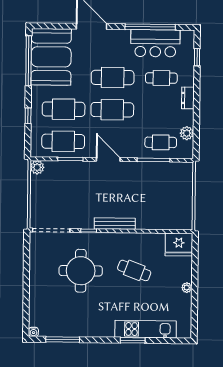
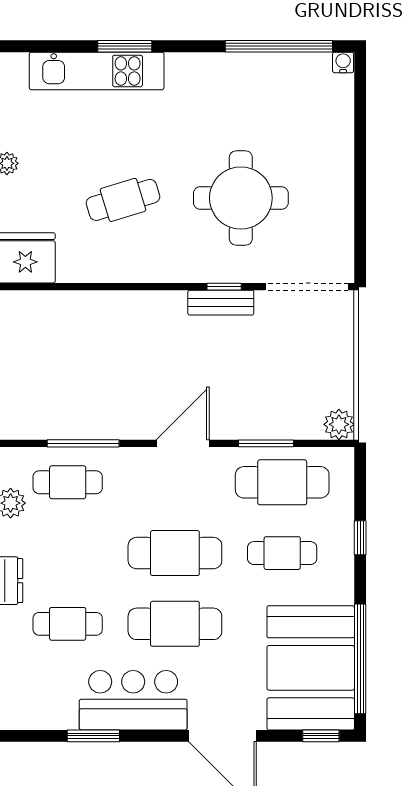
window: (47, 26) -> (321, 736), added
window: (150, 27) -> (93, 736), width x0.47
bar counter: (155, 43) -> (133, 700), moved
cafe table: (64, 109) -> (282, 553), width x0.73, depth x0.74
door: (108, 160) -> (183, 443), swing flipped
bench: (115, 224) -> (221, 303), moved, width x0.73
cafe table: (134, 270) -> (123, 200), turned -38
window: (63, 340) -> (279, 46), width x1.46

